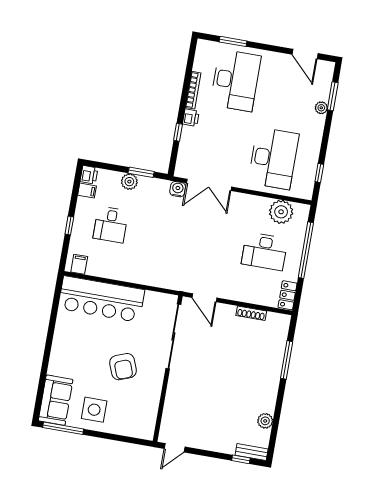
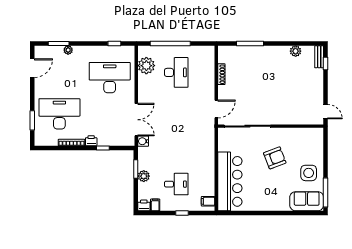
locker: (288, 295) -> (204, 51), removed

